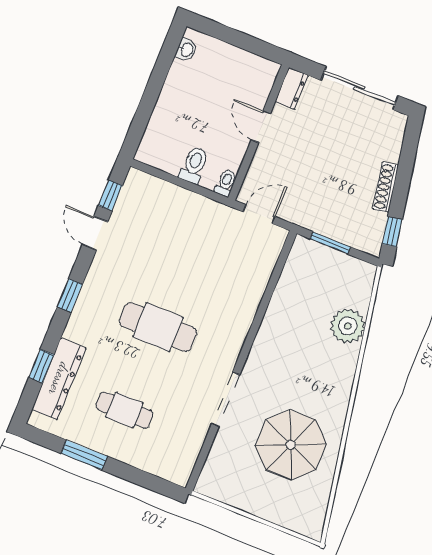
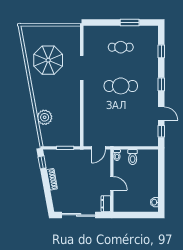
dresser: (59, 379) -> (152, 49), removed

